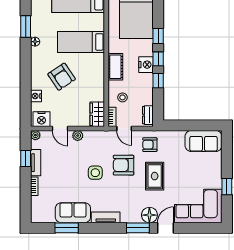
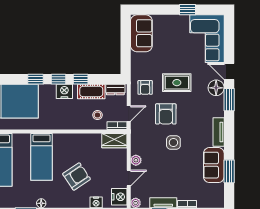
cot: (115, 67) -> (91, 91), moved

